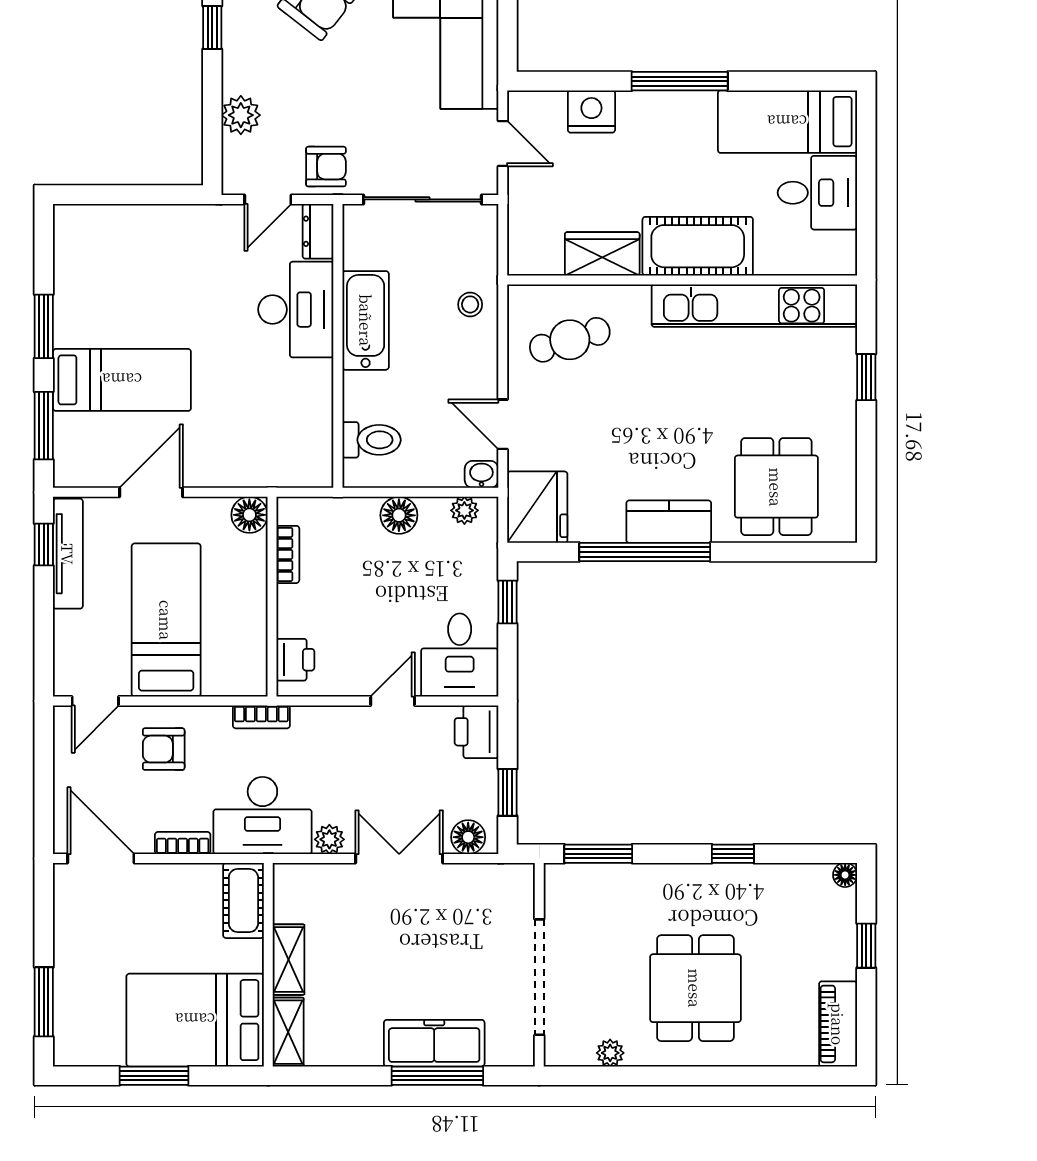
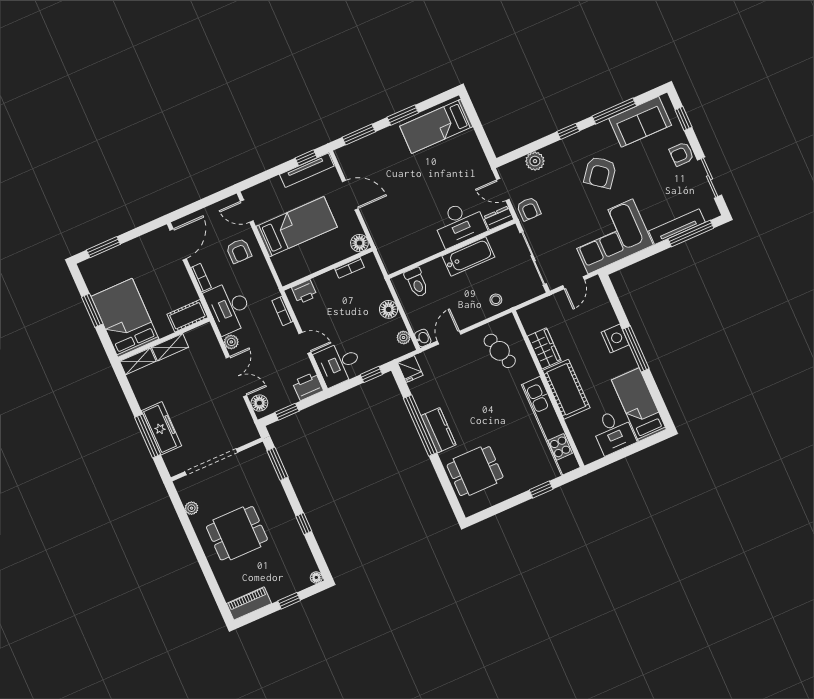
nightstand: (591, 111) -> (615, 339), moved
bed: (122, 380) -> (436, 126), moved, turned 90
fridge: (537, 507) -> (410, 369), width x0.53, depth x0.75
bookcase: (261, 717) -> (282, 311), moved
armchair: (164, 749) -> (239, 251), turned 180

